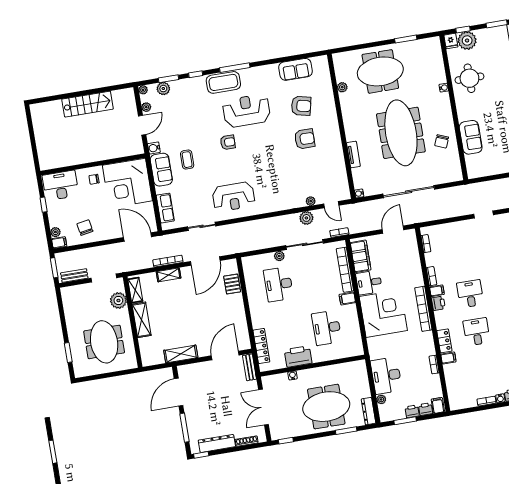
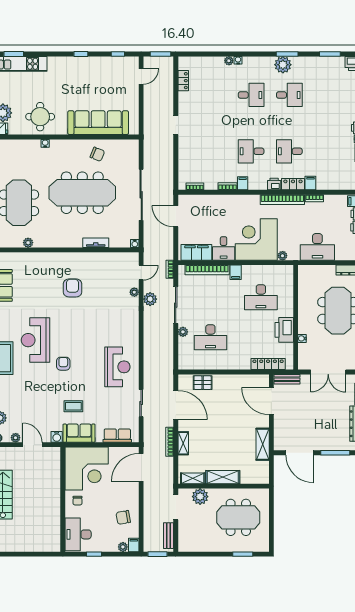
armchair: (301, 106) -> (39, 286), removed
sofa: (471, 137) -> (98, 123), width x1.85, depth x1.27
printer: (438, 303) -> (274, 184), moved
bookcase: (423, 309) -> (282, 200), moved
plant: (381, 399) -> (283, 256), moved

